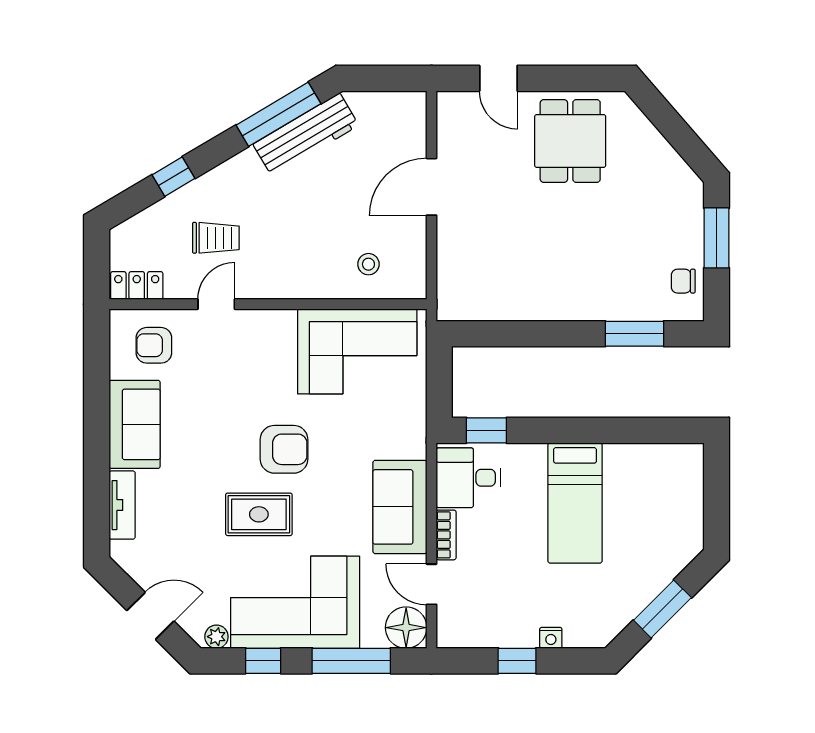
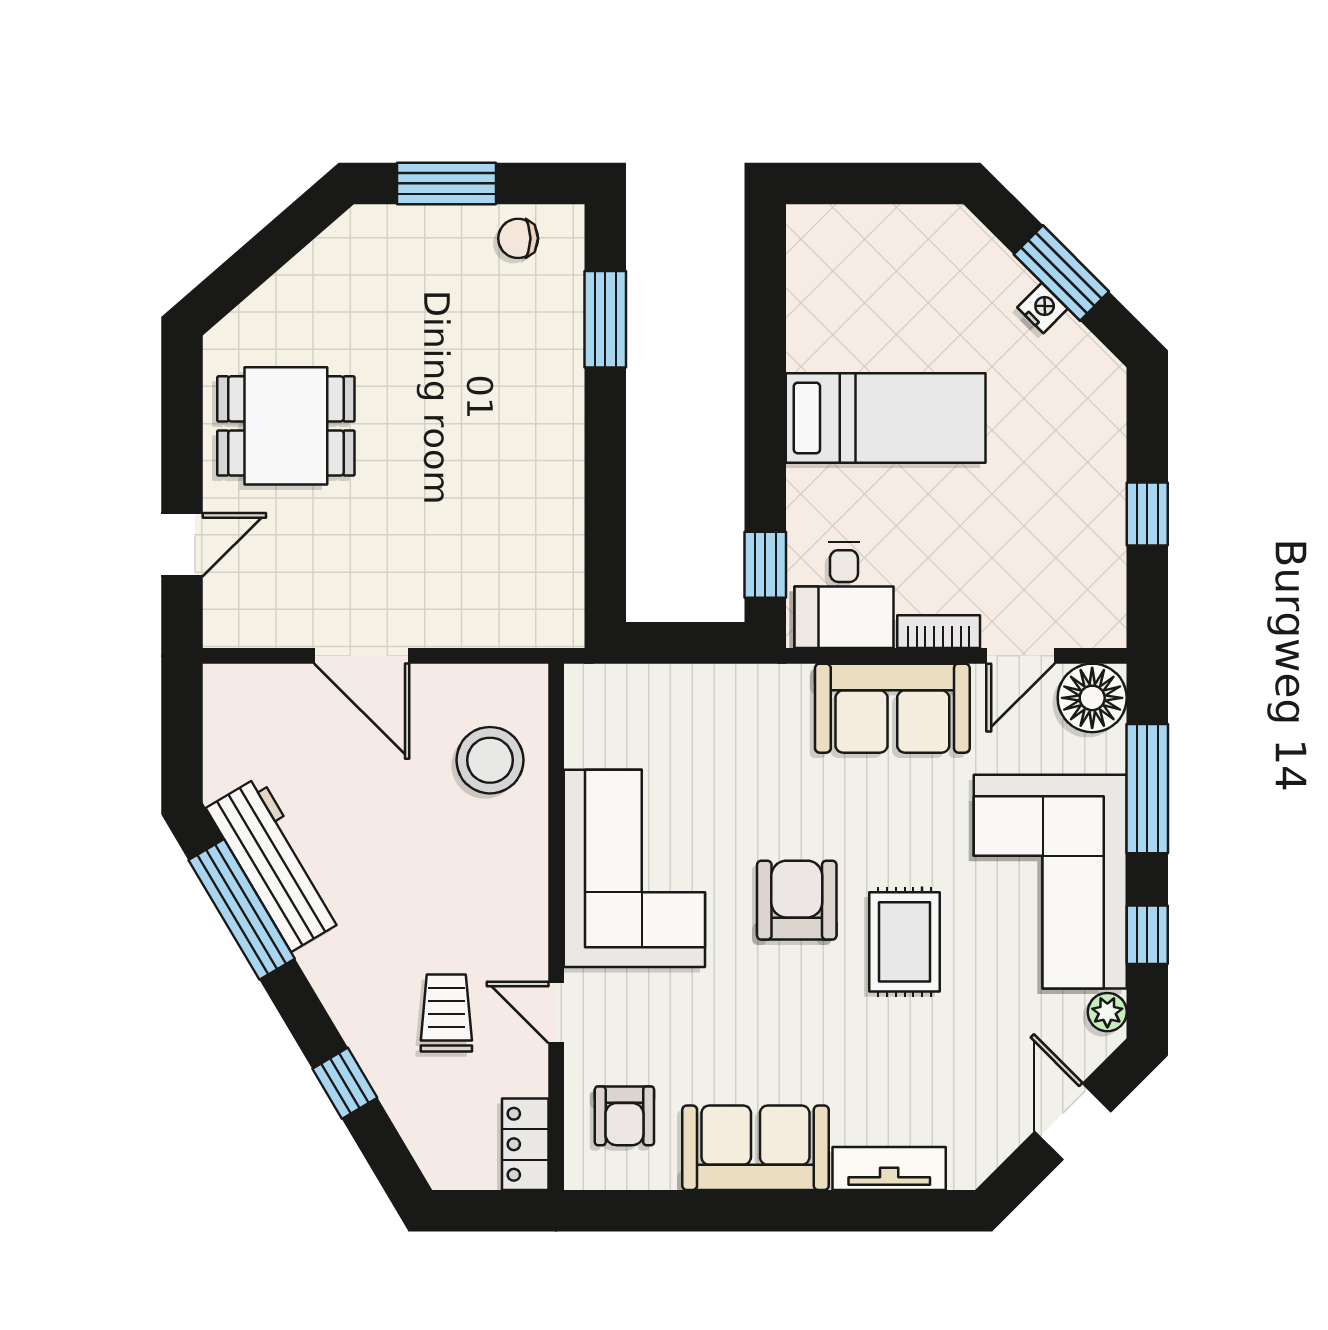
stool: (368, 264) -> (490, 760), width x1.89, depth x1.89
chair: (683, 281) -> (518, 238), turned 90
corner sofa: (357, 351) -> (634, 868), moved
nightstand: (551, 638) -> (1043, 308), moved, turned -45

